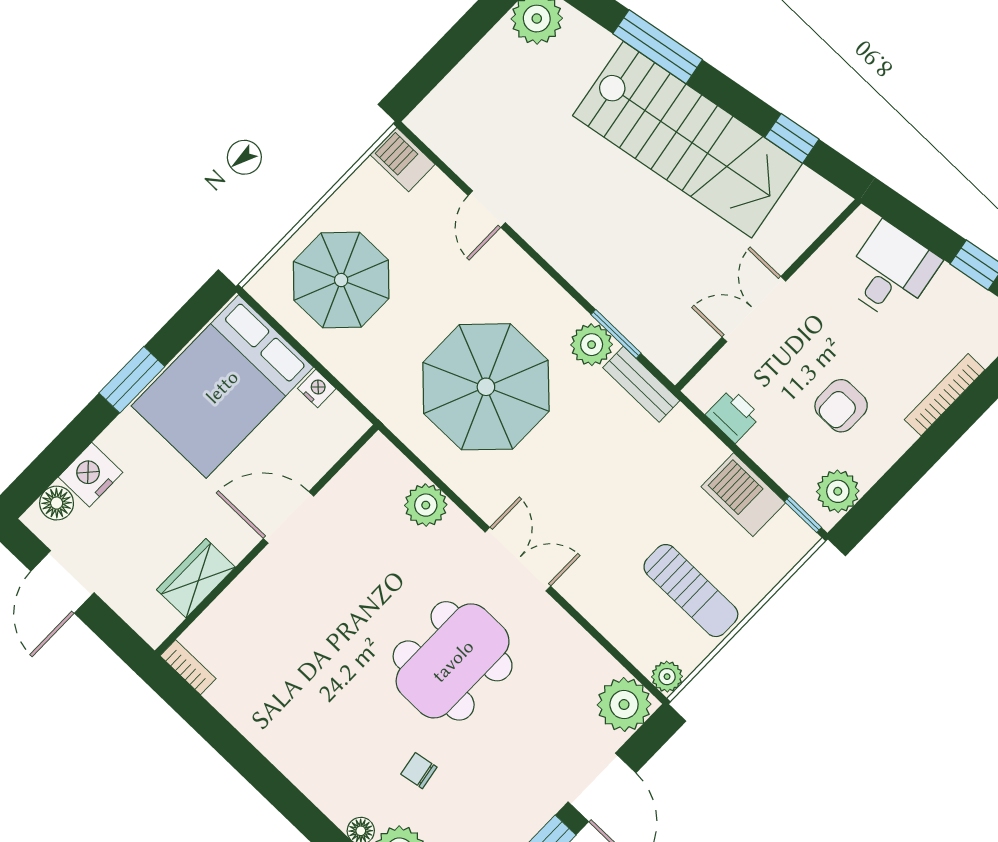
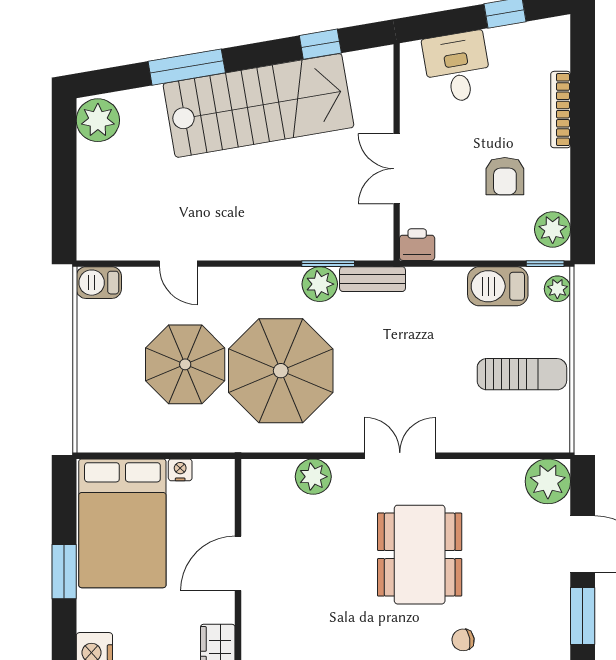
parasol: (341, 280) -> (185, 364), moved
printer: (733, 416) -> (417, 245), moved
plant: (667, 677) -> (557, 289), moved

